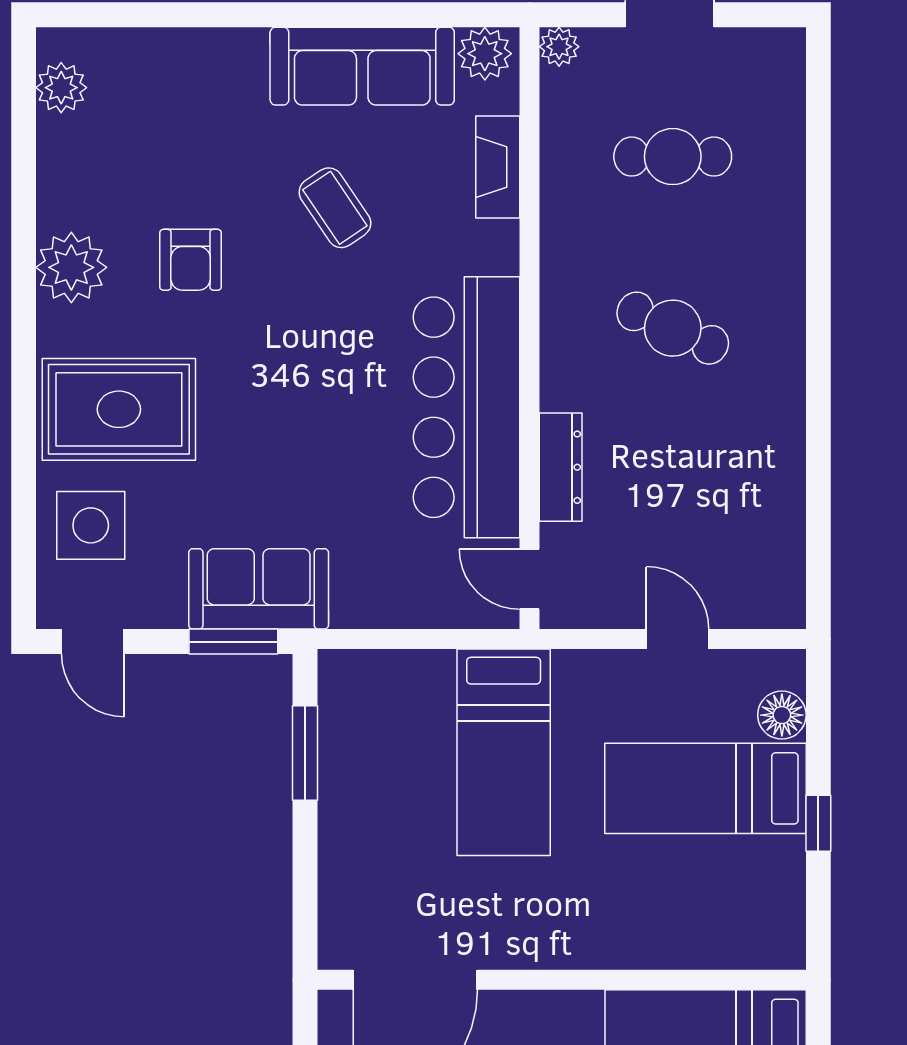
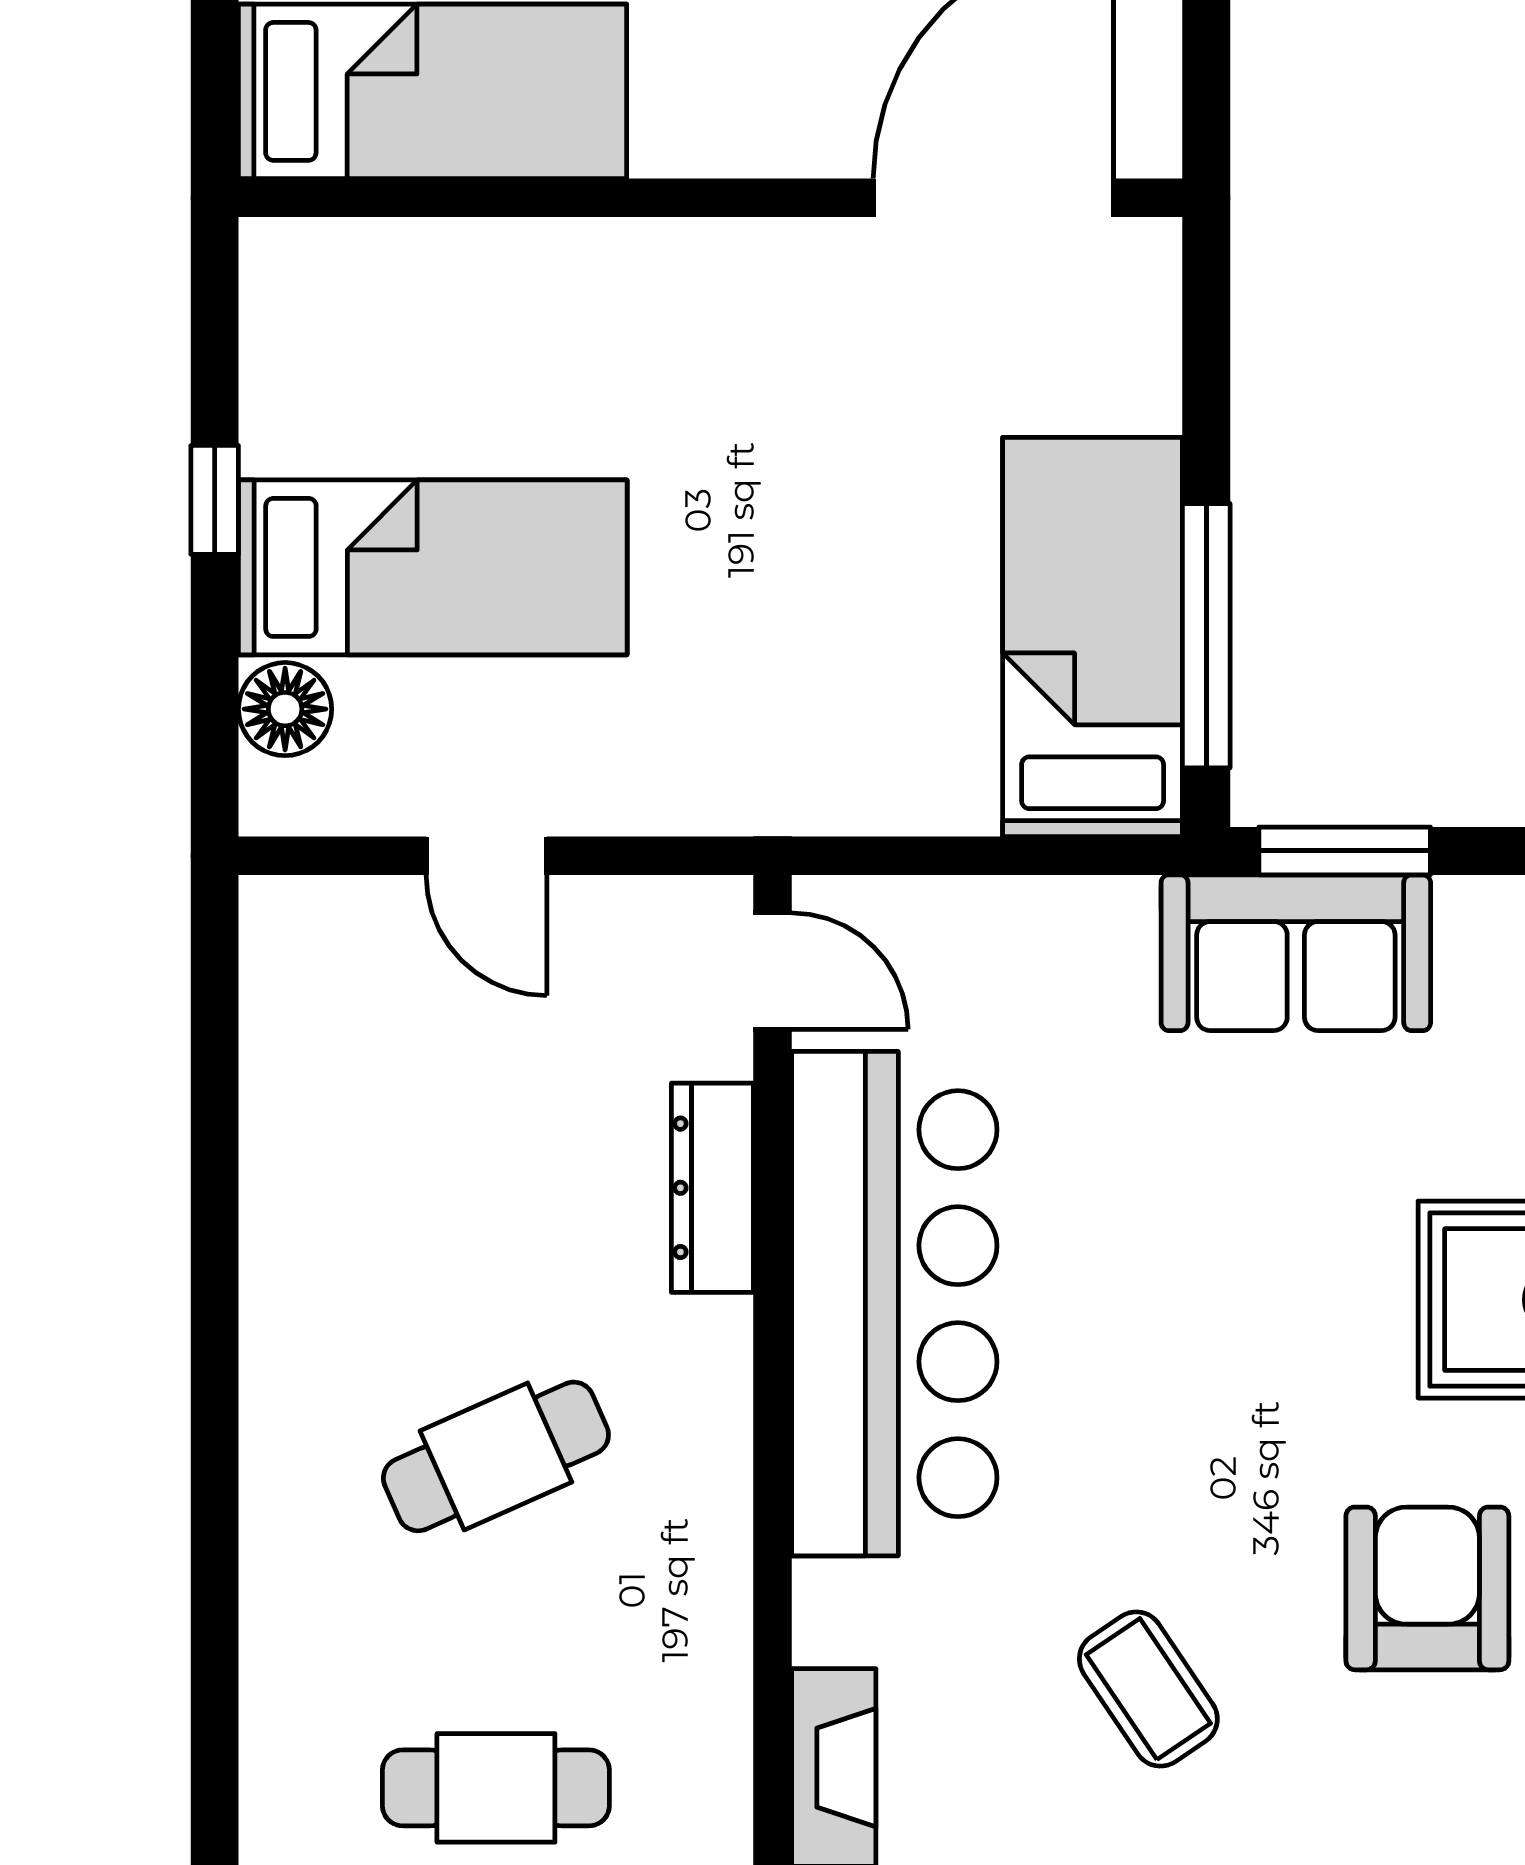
armchair: (191, 260) -> (1427, 1588), width x1.38, depth x1.38
cafe table: (673, 328) -> (496, 1456), turned -48
bed: (504, 752) -> (1093, 637), moved
window: (305, 753) -> (1206, 636), width x1.44

